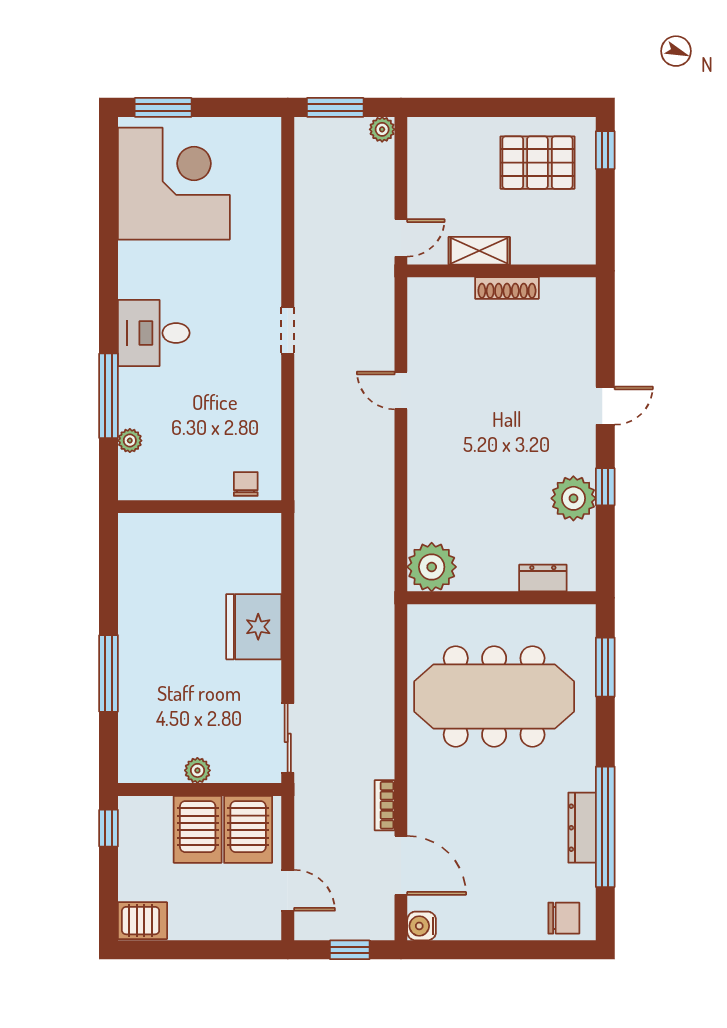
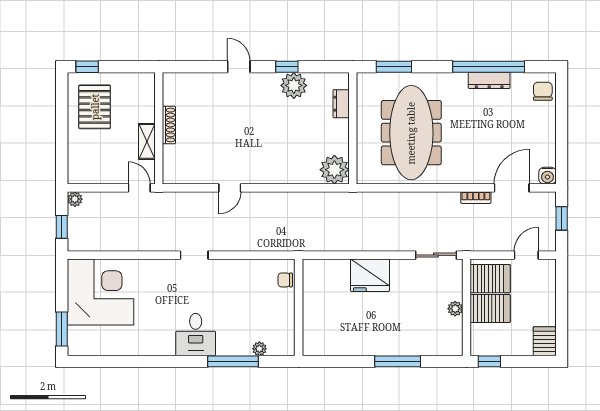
window: (335, 107) -> (62, 227), width x0.67
corner desk: (174, 184) -> (101, 292), moved, turned 90

